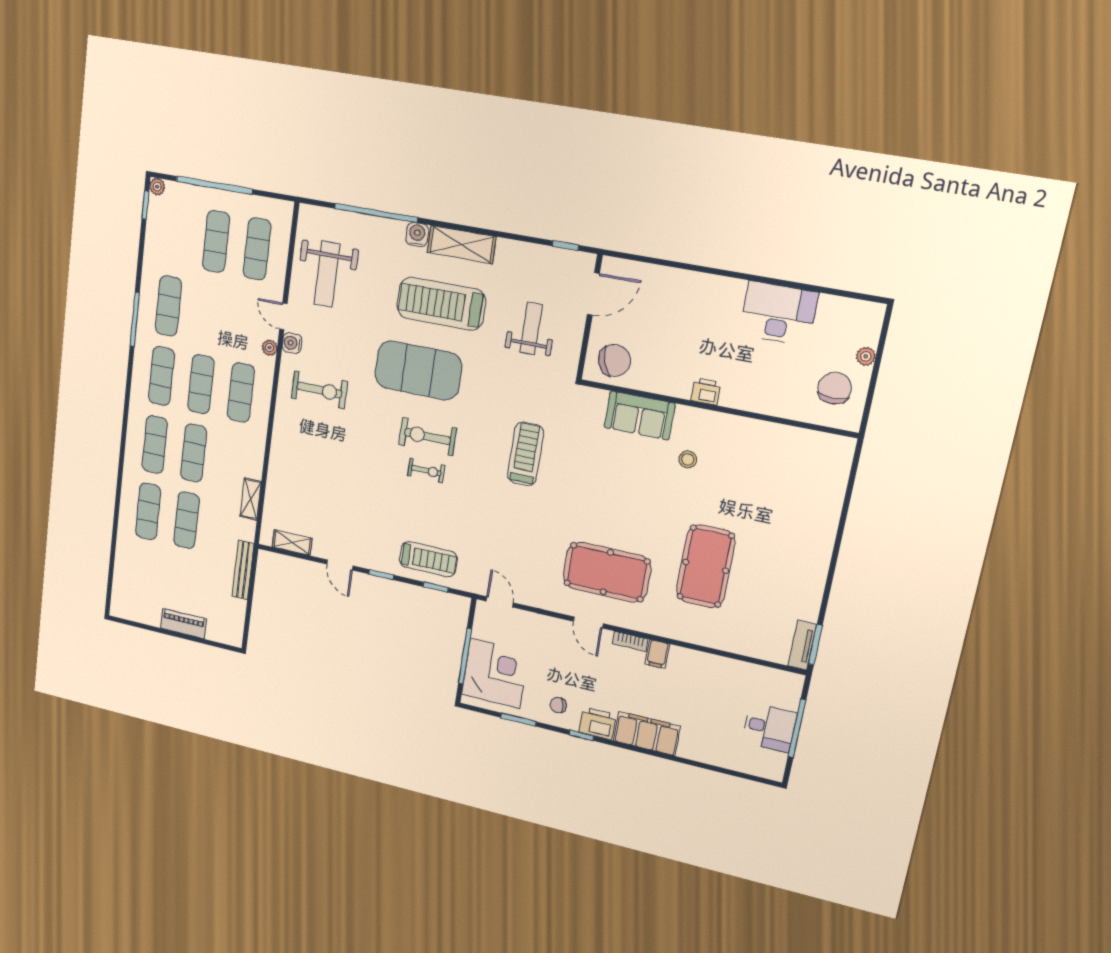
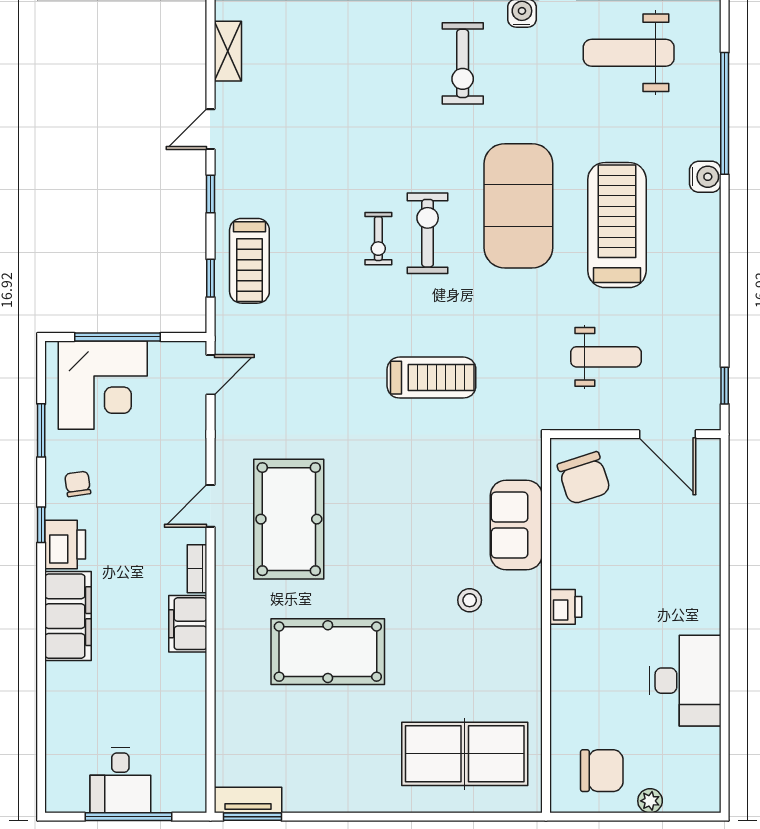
shelving: (462, 245) -> (702, 242), removed
table tennis table: (801, 486) -> (465, 754), added
filing cabinet: (657, 654) -> (188, 624), width x2.00

